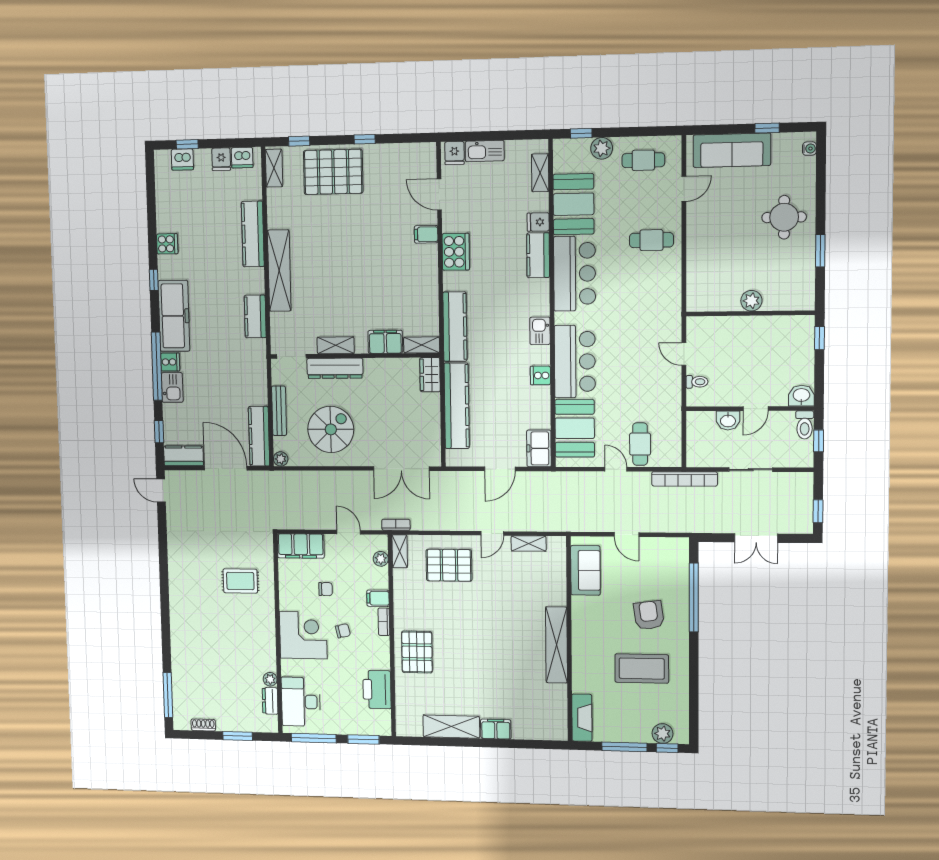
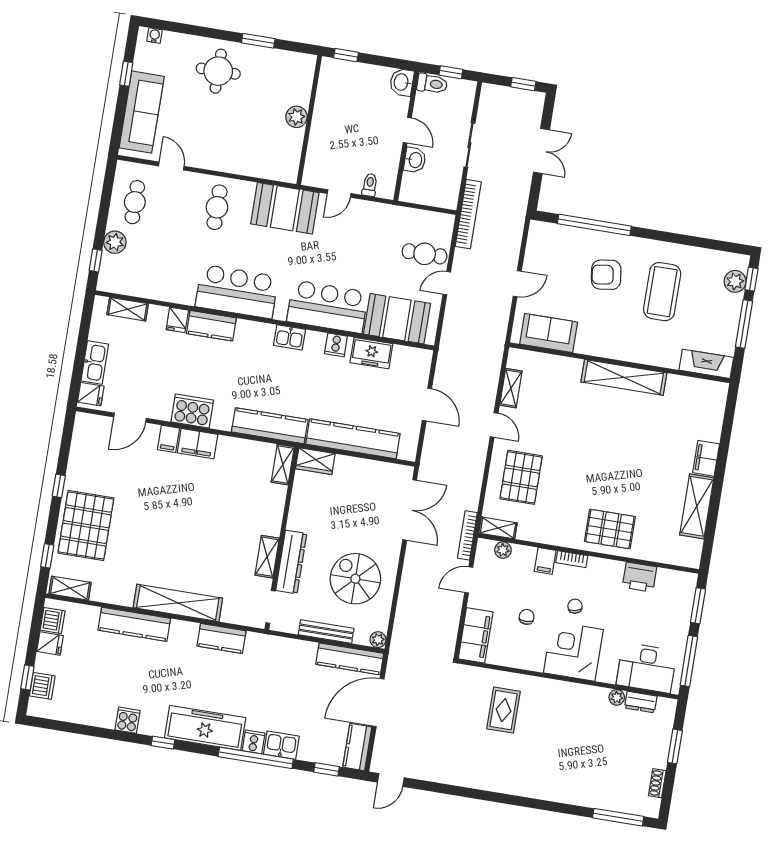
booth: (573, 204) -> (285, 208), moved
filing cabinet: (385, 342) -> (198, 444), moved, turned -90
freezer: (539, 448) -> (371, 353), moved
bookcase: (396, 525) -> (467, 535), width x1.56
printer: (377, 690) -> (640, 577), width x0.73, depth x0.84

